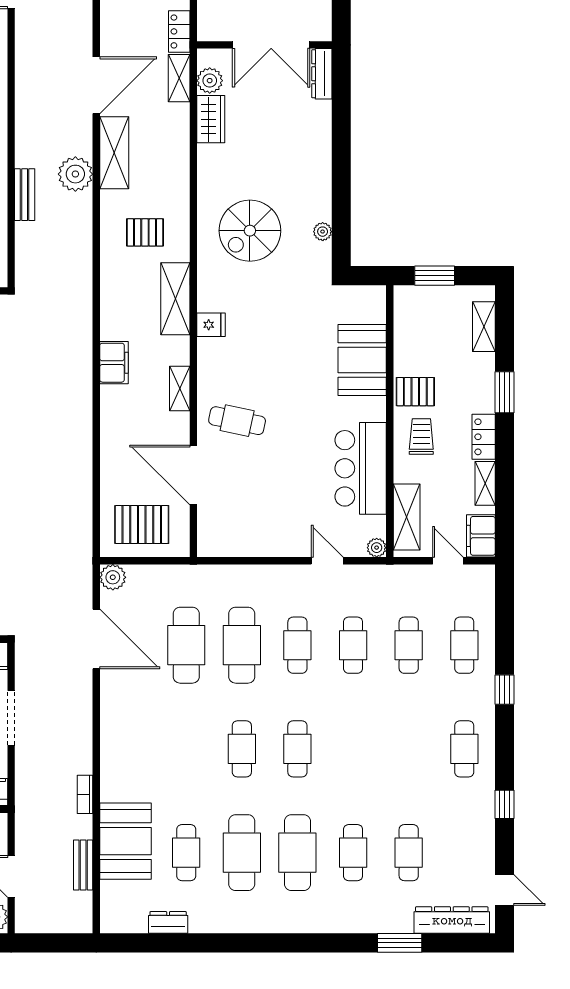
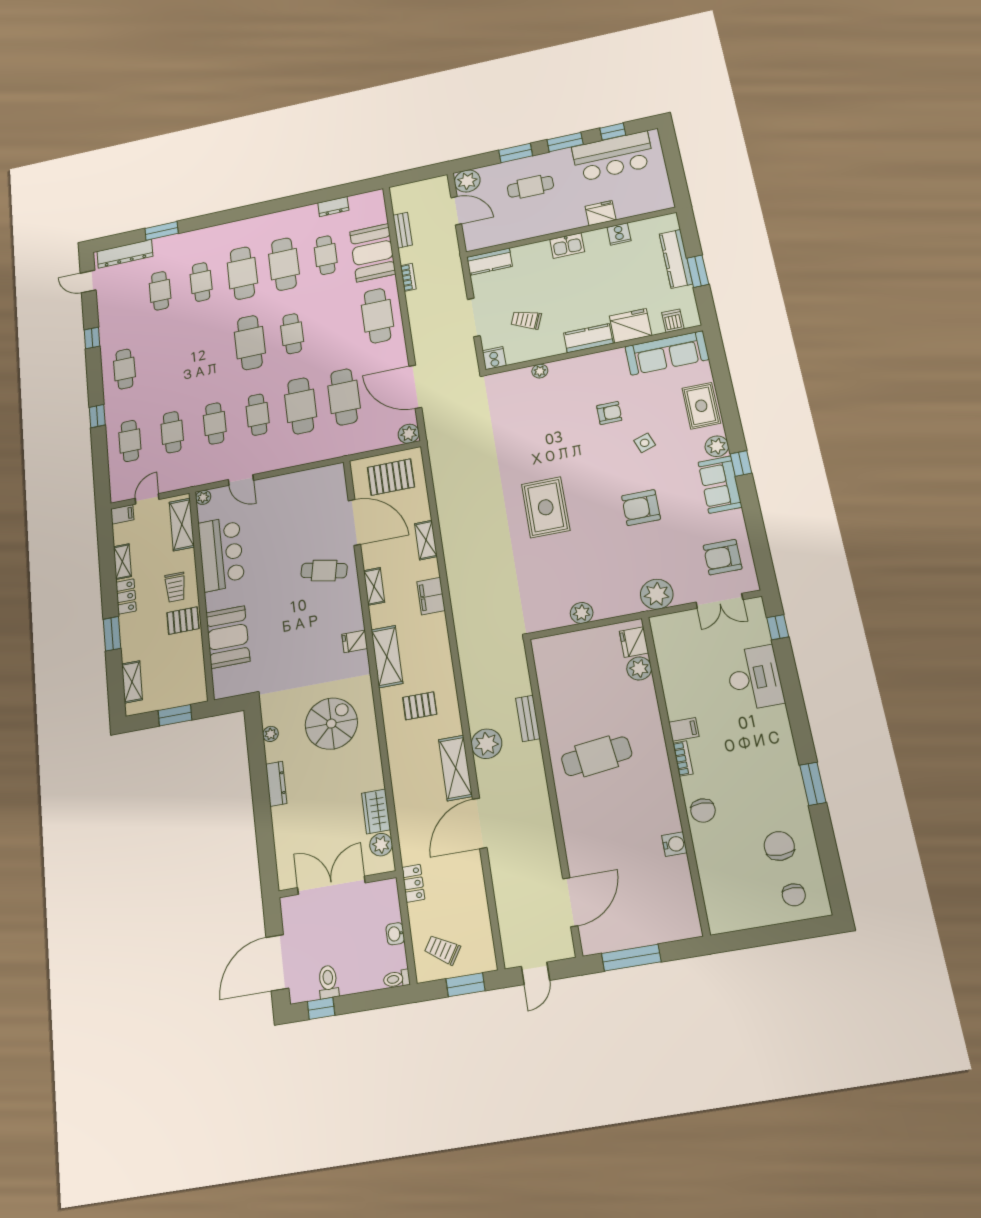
dresser: (322, 74) -> (276, 784), moved
shelving: (179, 78) -> (426, 540), moved
filing cabinet: (481, 536) -> (122, 514), width x0.50
door: (448, 561) -> (147, 499), swing flipped
cafe table: (131, 749) -> (377, 316), added
cafe table: (297, 749) -> (250, 343), width x1.37, depth x1.35

